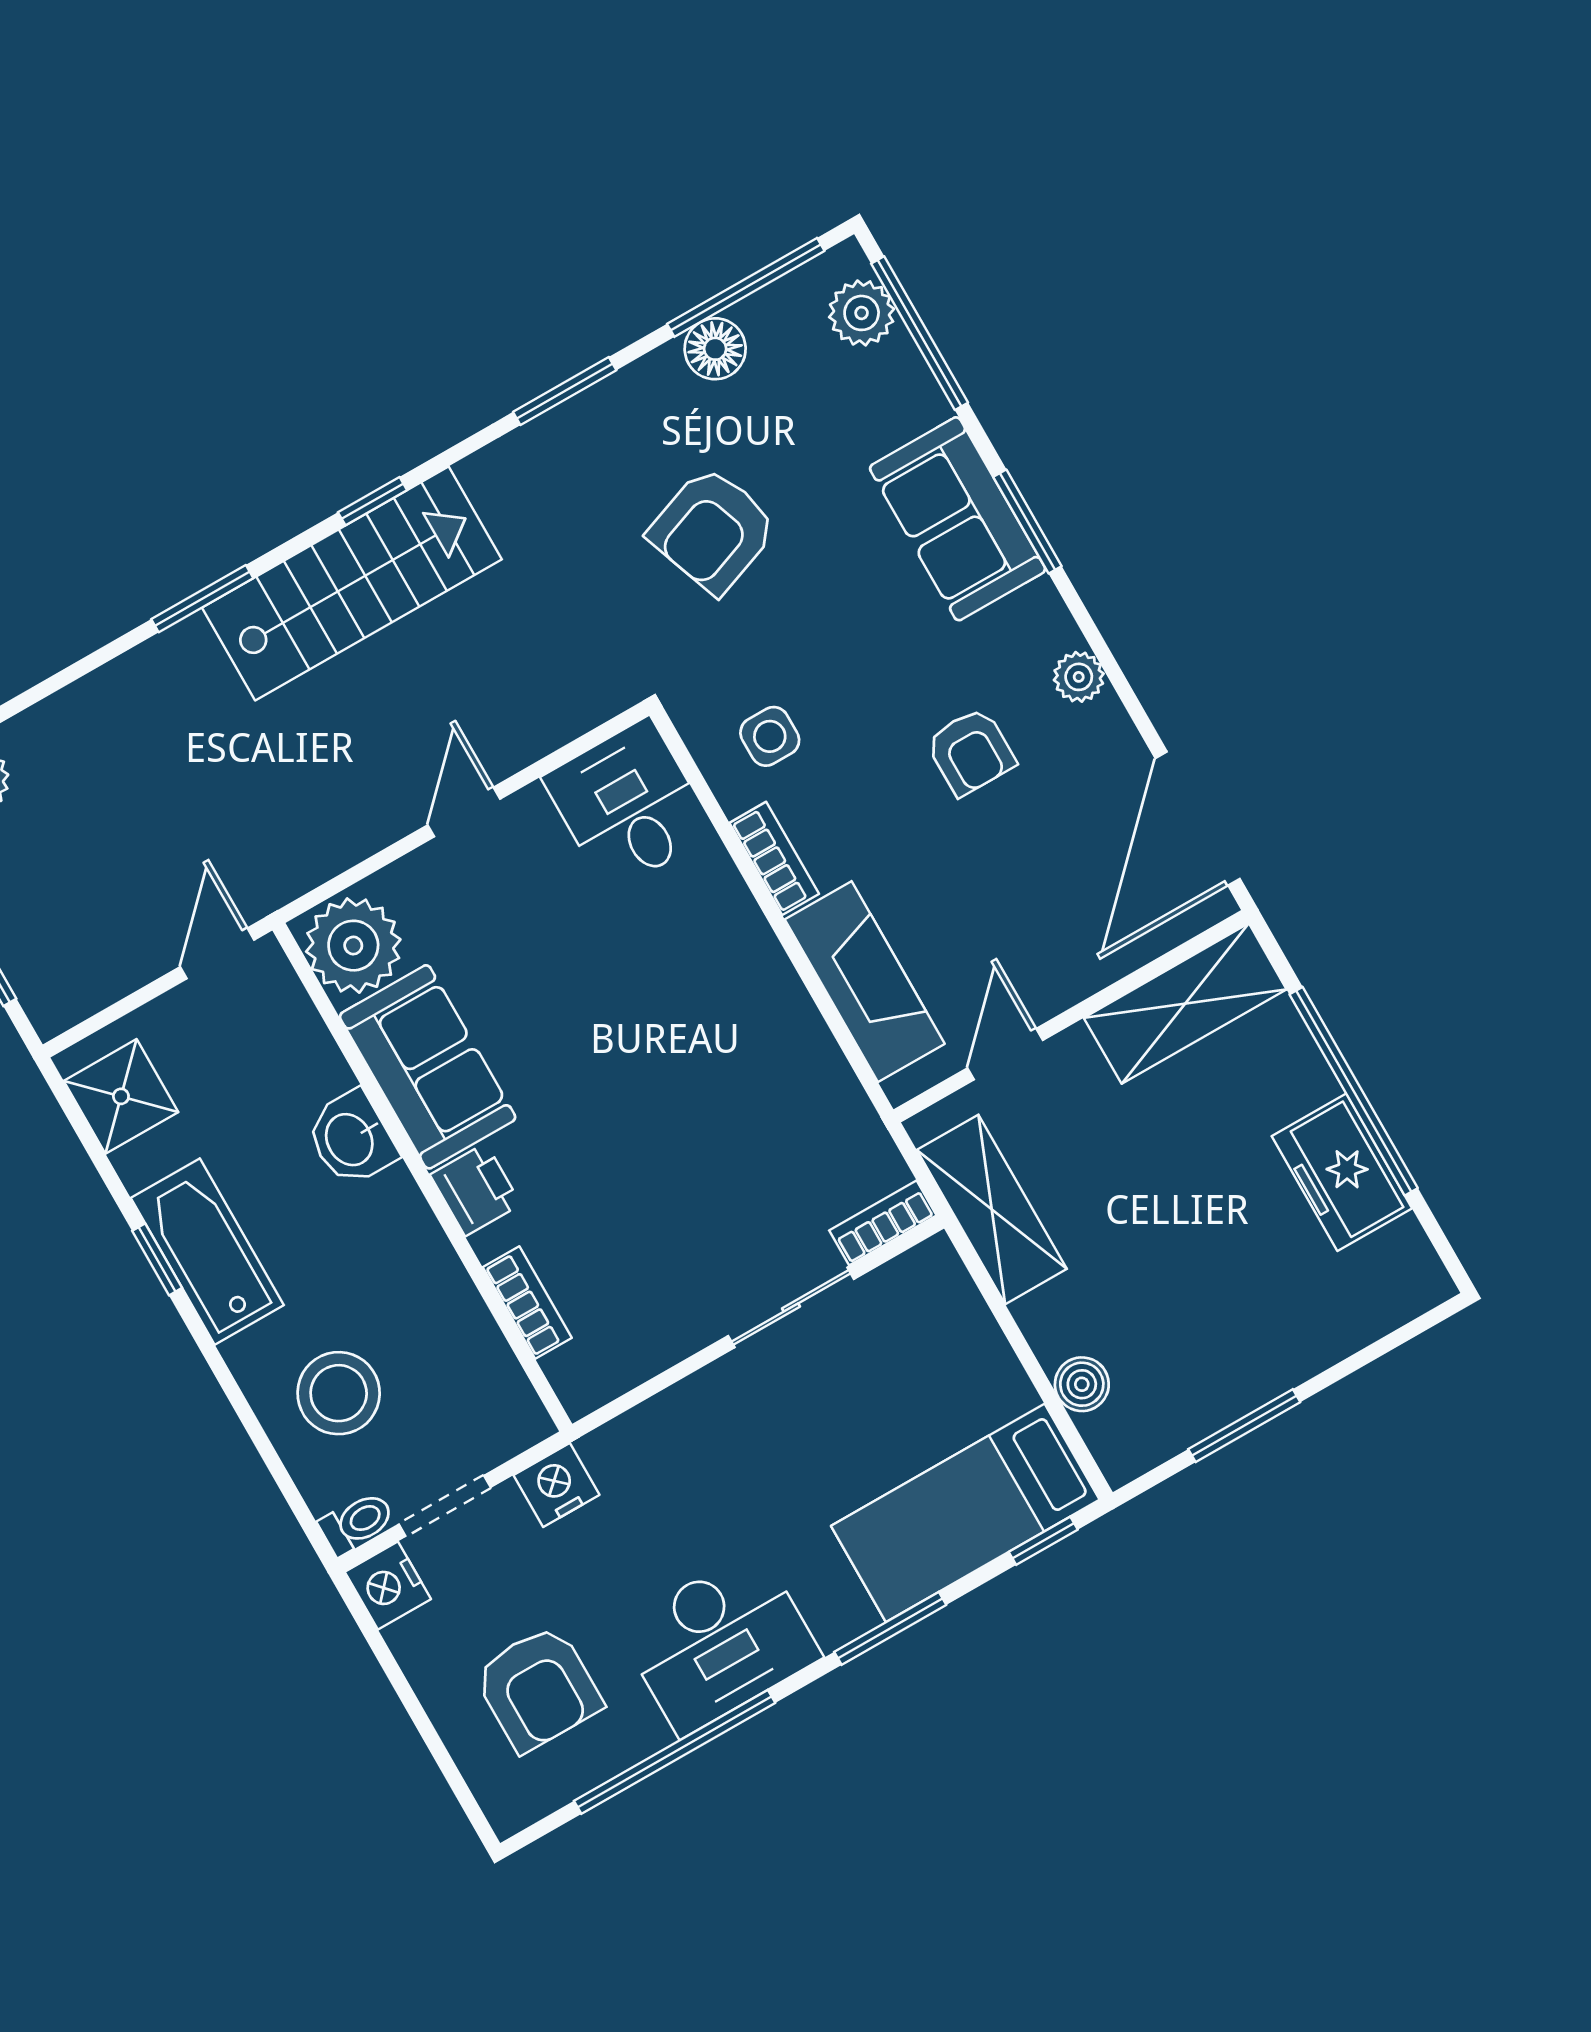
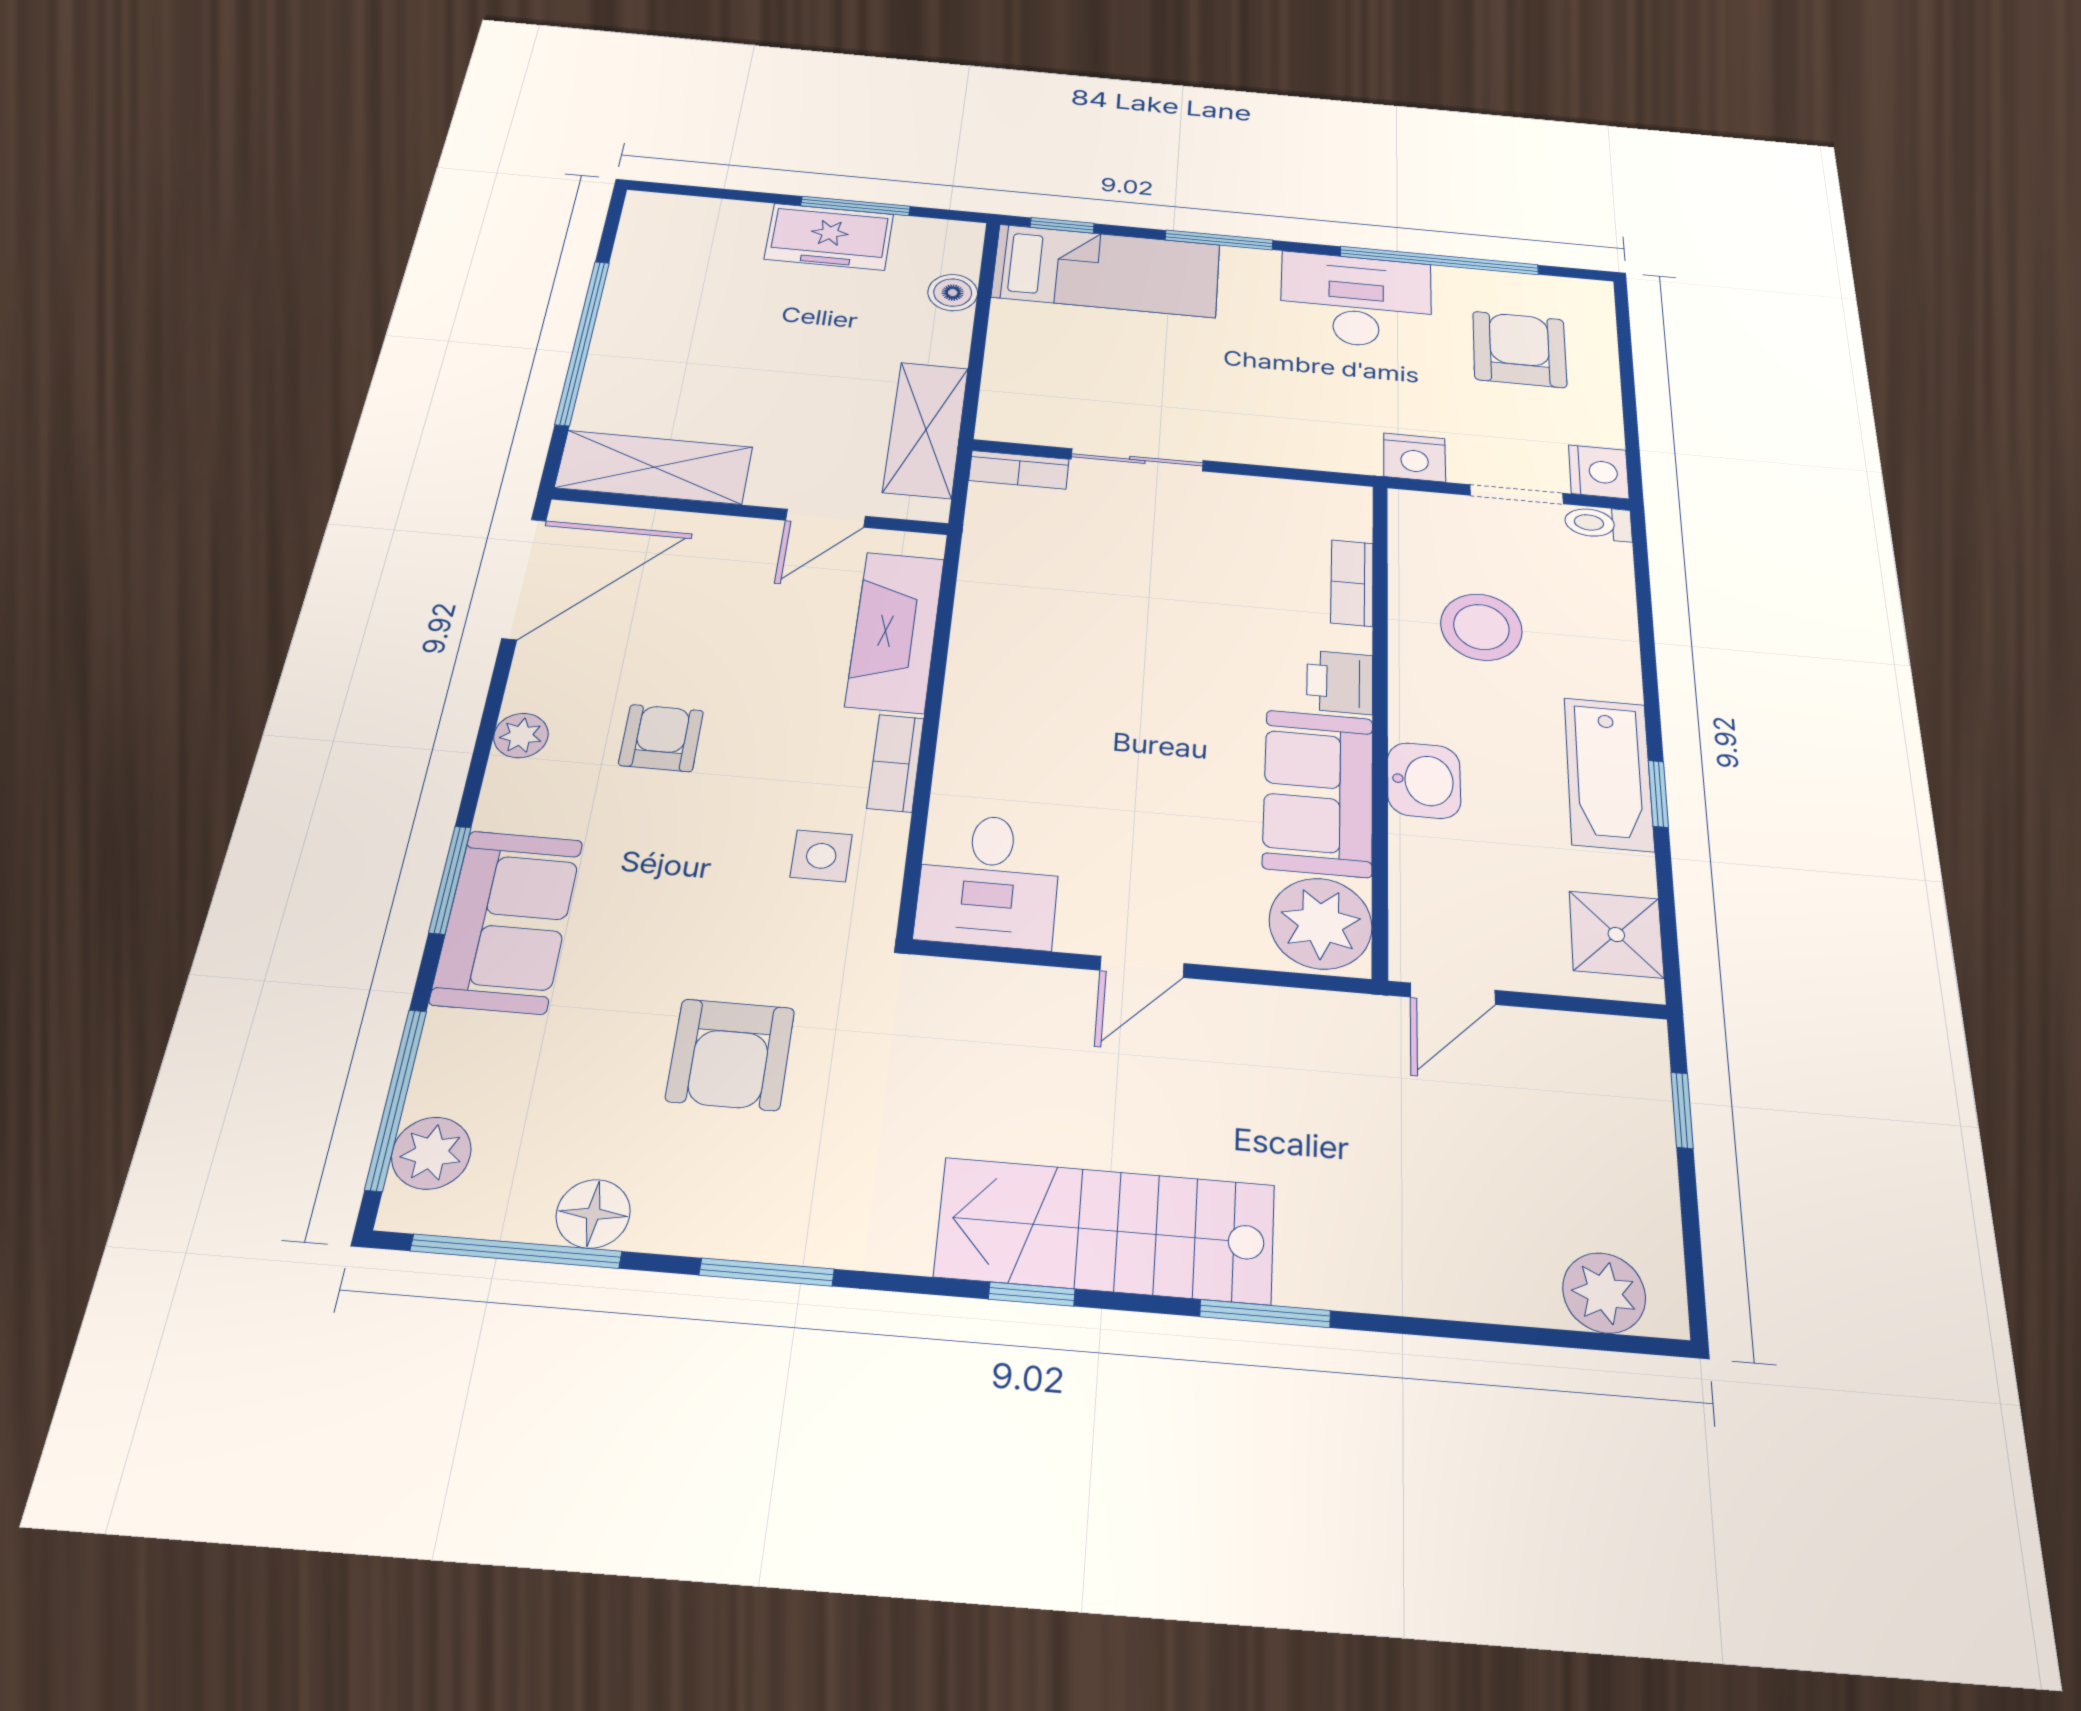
armchair: (713, 530) -> (730, 1054), turned 110
freezer: (1342, 1172) -> (829, 237), moved, turned 90
stool: (339, 1393) -> (1481, 627), moved

